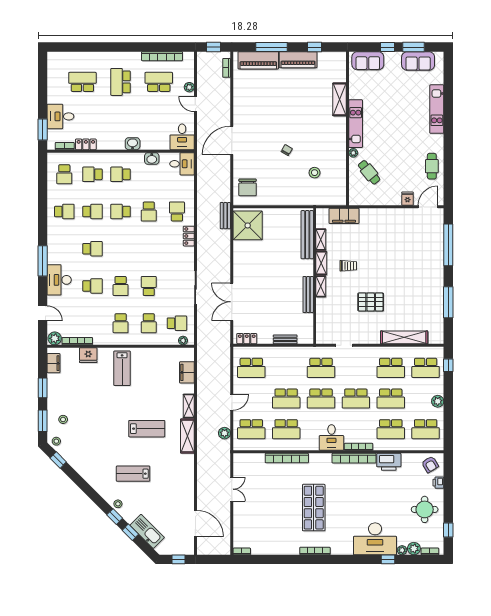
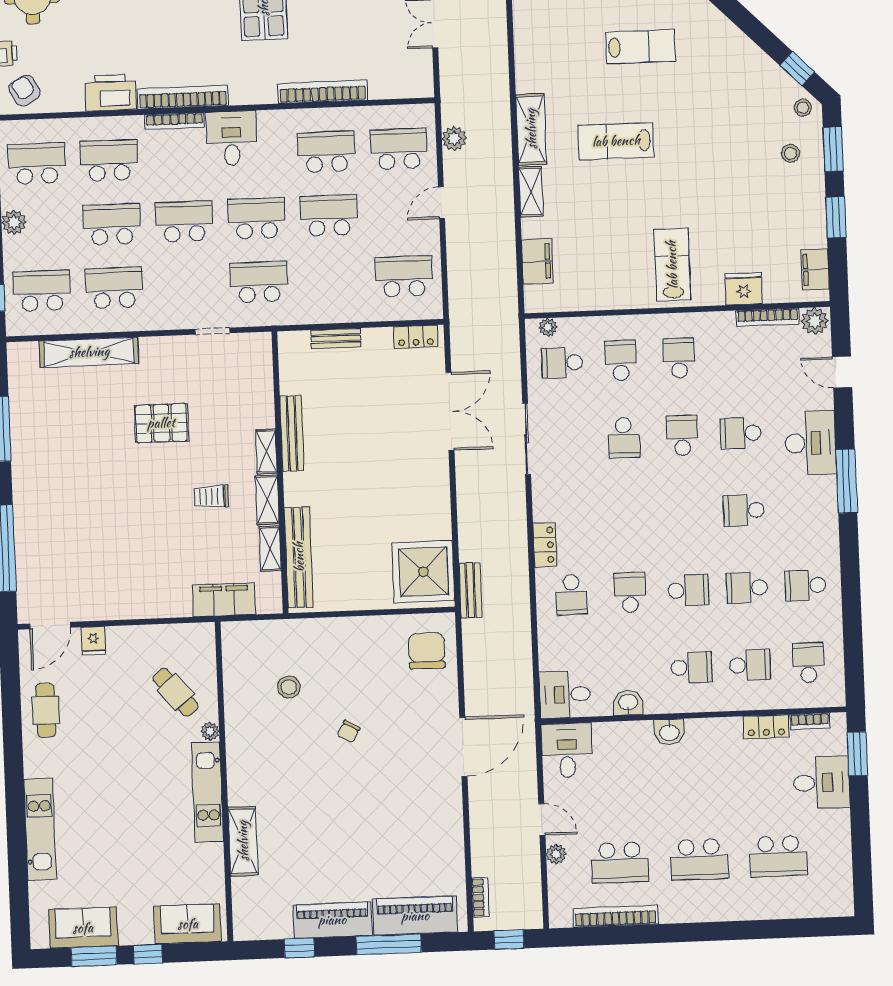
school desk: (121, 82) -> (699, 859), turned 90

